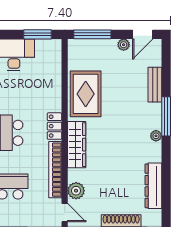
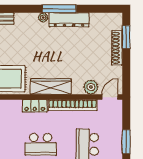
window: (166, 116) -> (59, 9), moved
dresser: (153, 186) -> (69, 20), moved

